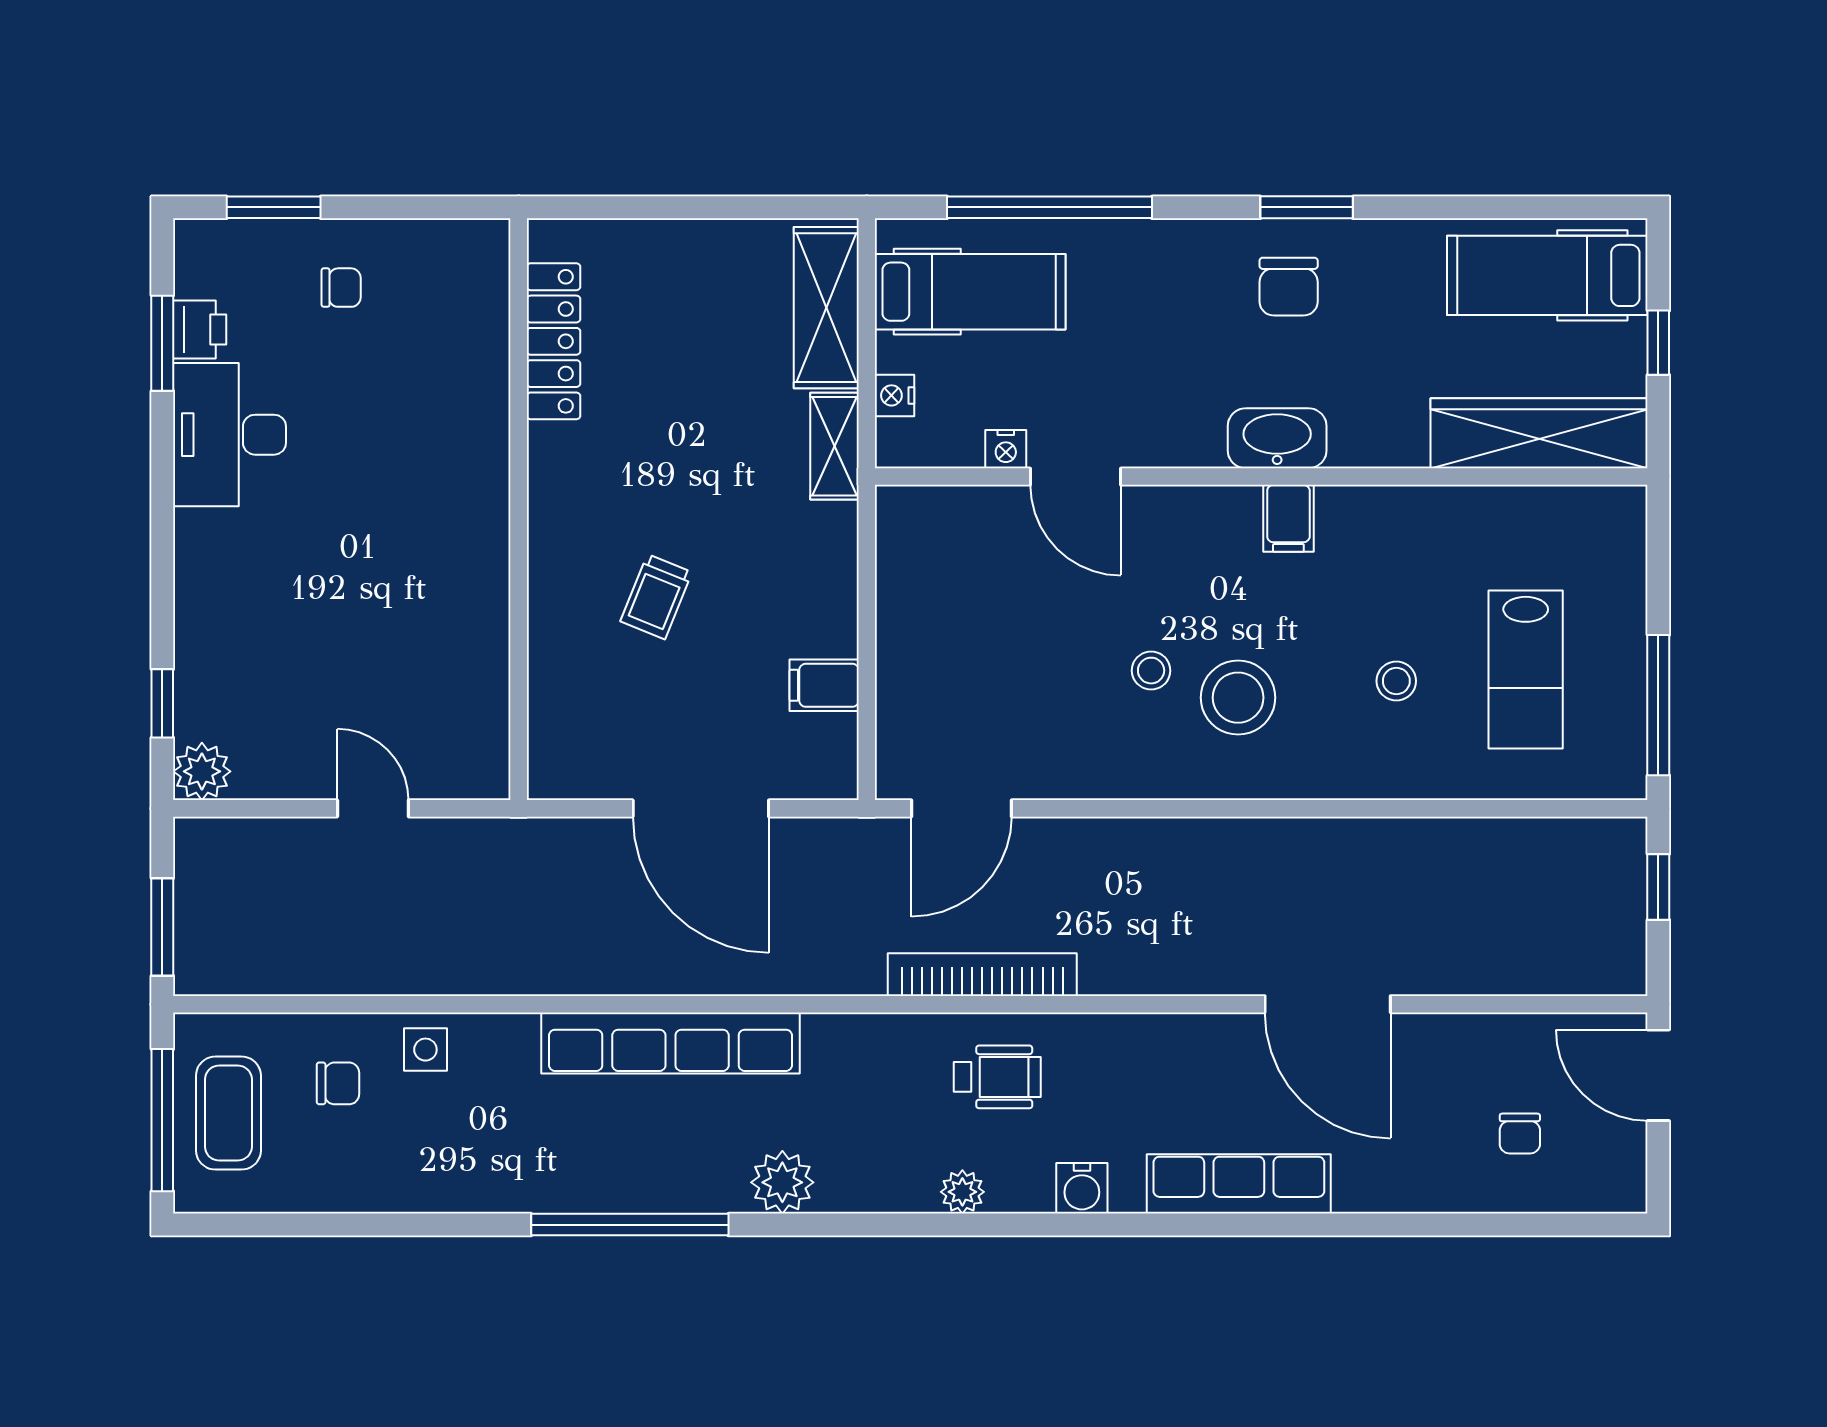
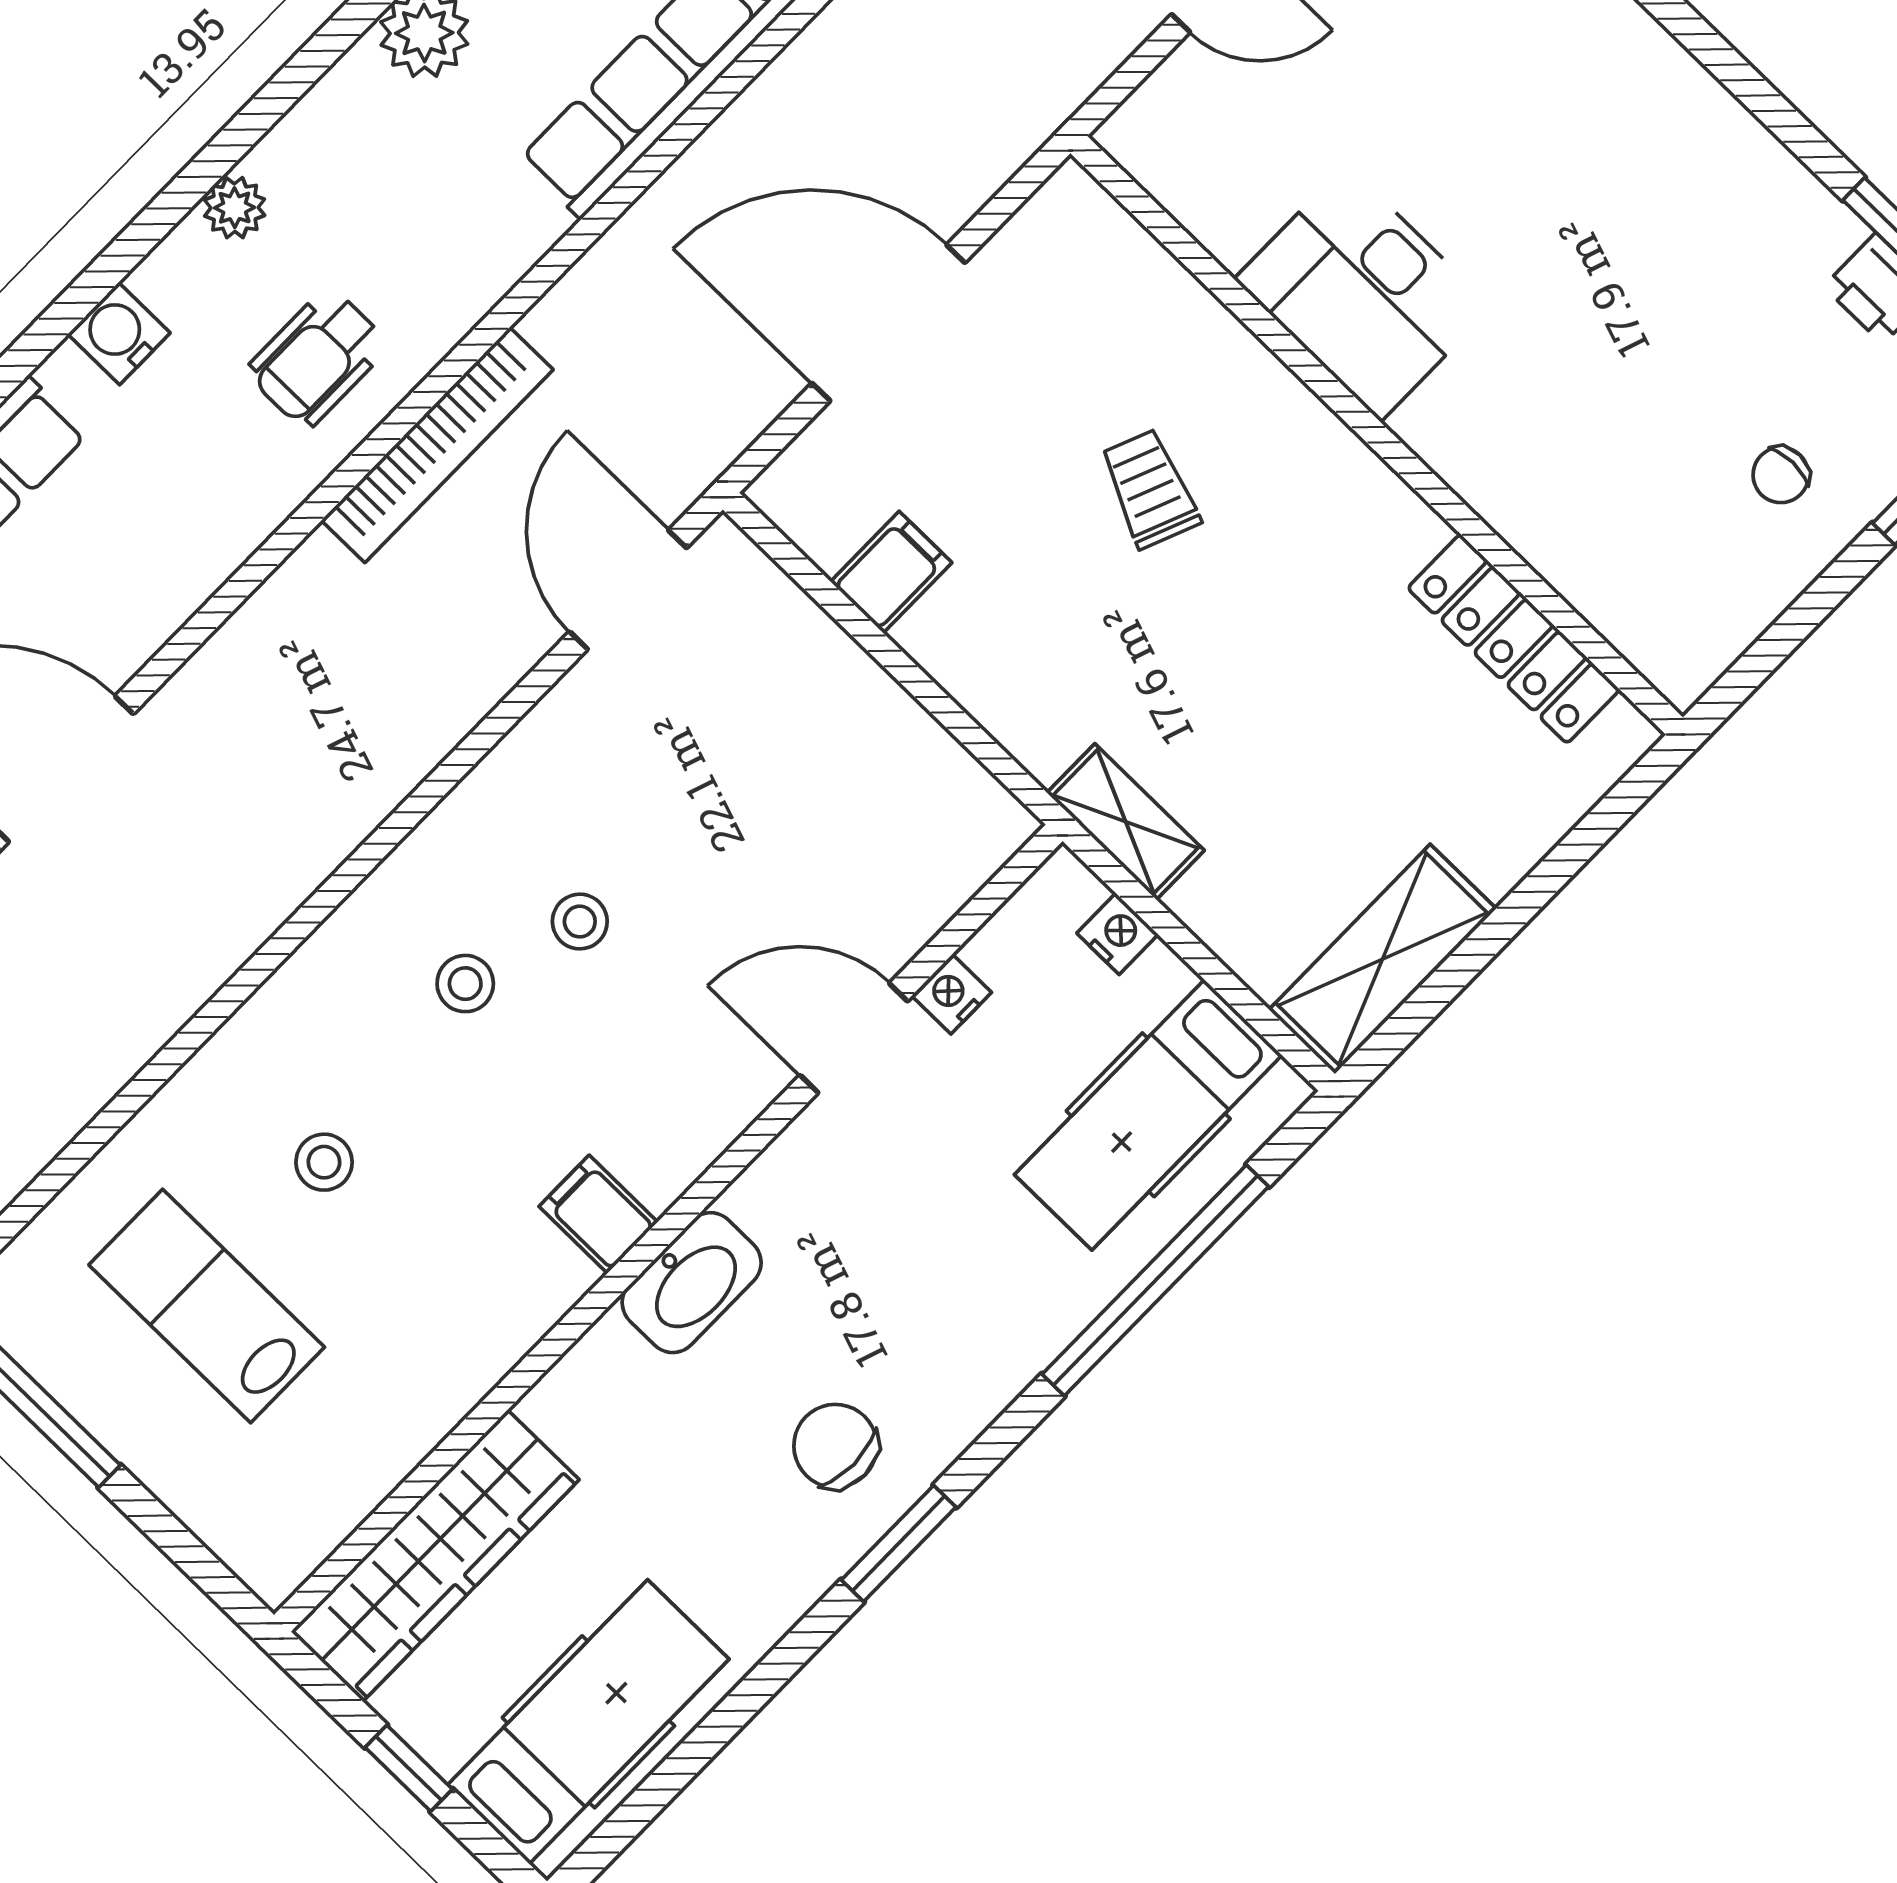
shelving: (826, 308) -> (1383, 959), moved, turned 90
desk: (230, 435) -> (1363, 293), moved, turned 180
stool: (1238, 698) -> (465, 984), width x0.53, depth x0.53

